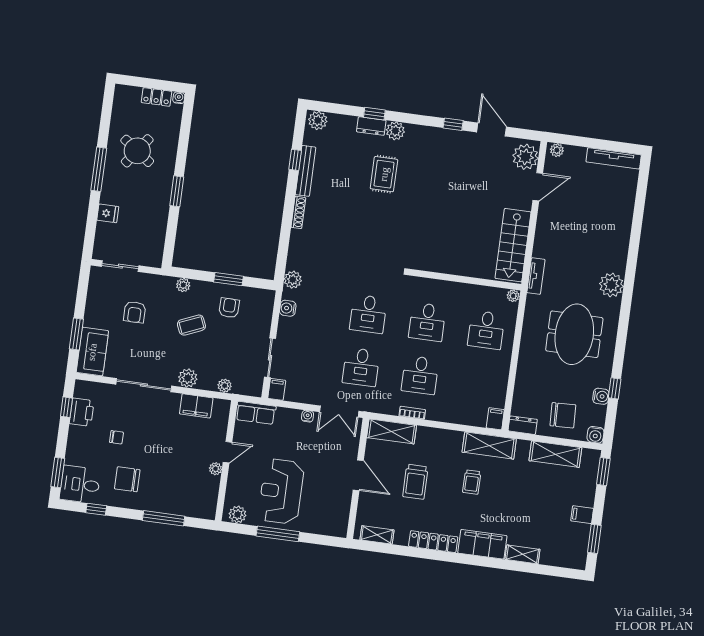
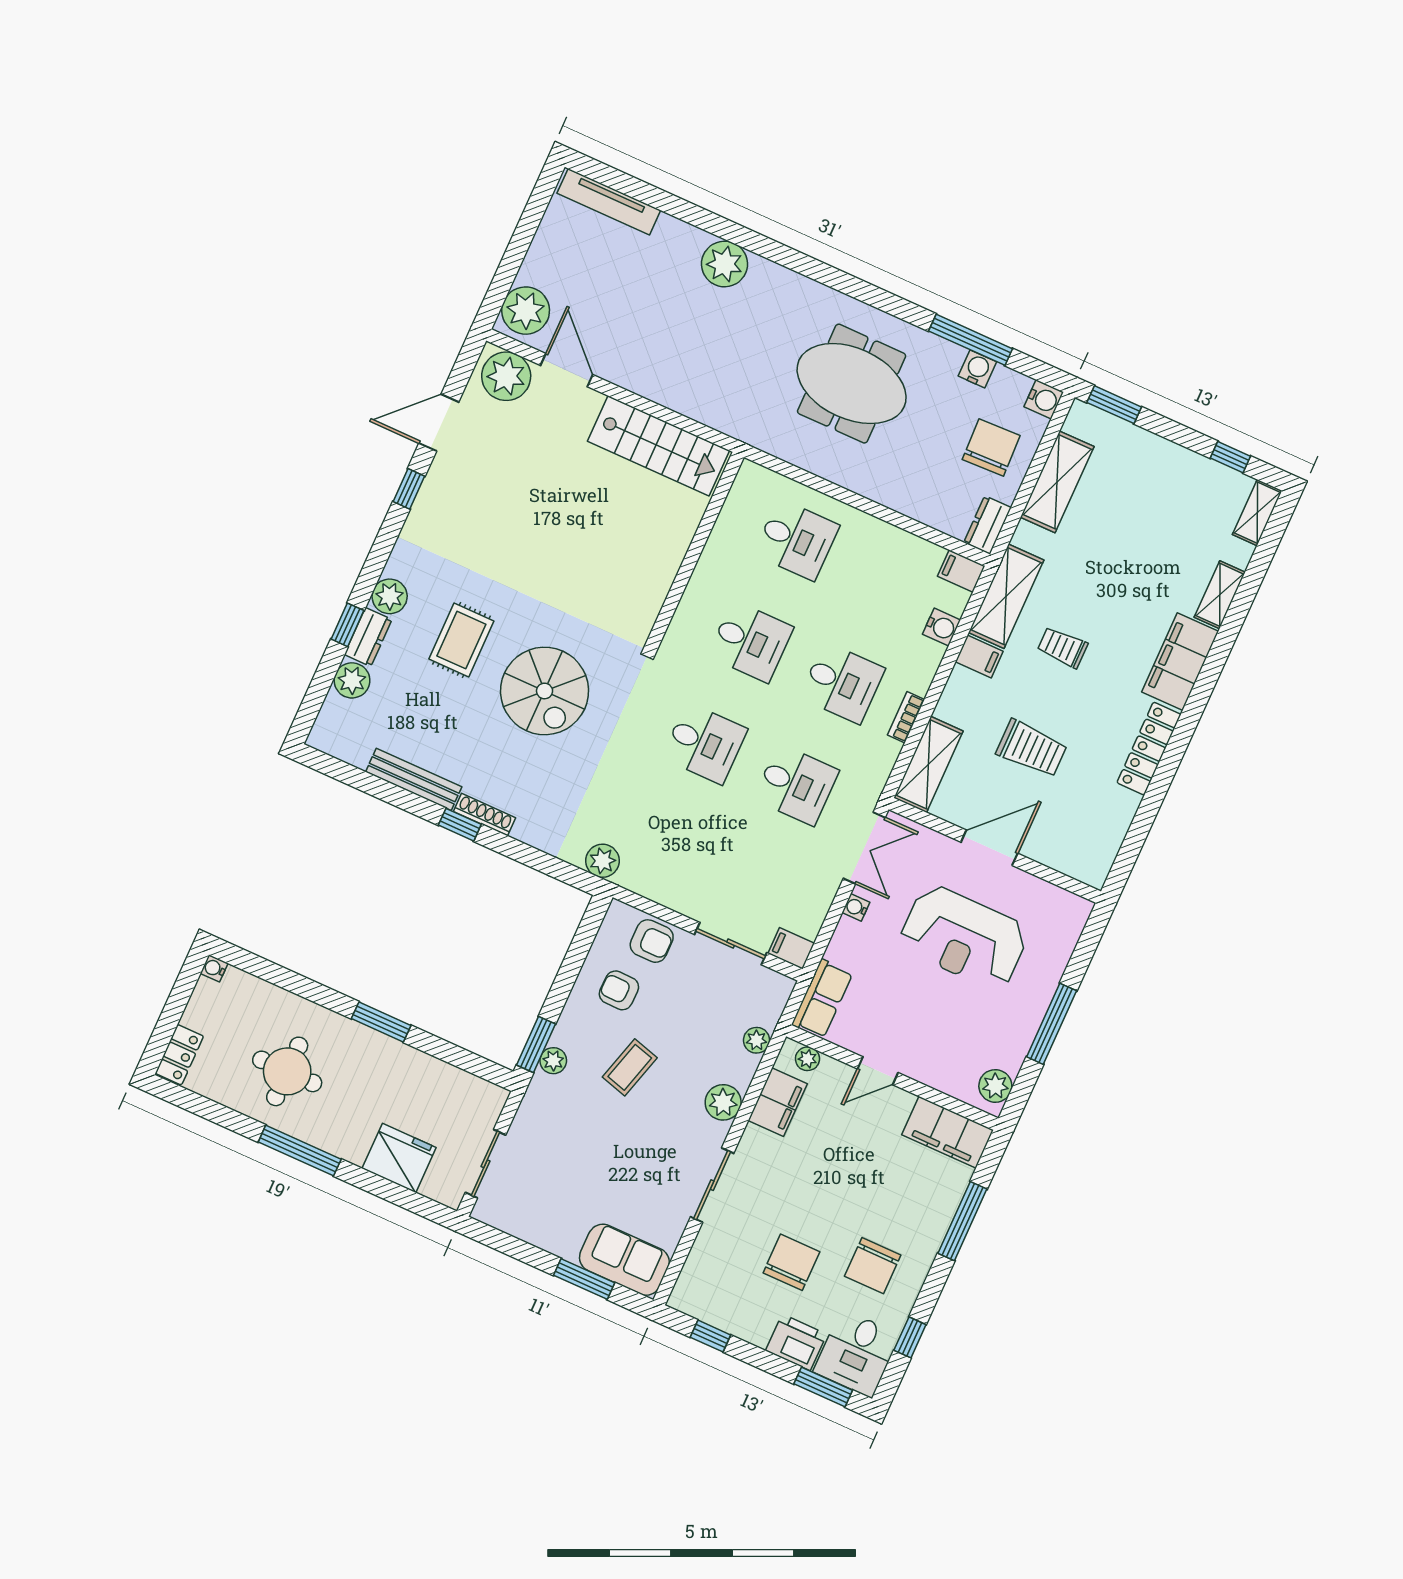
locker: (157, 97) -> (179, 1055), moved
plant: (318, 120) -> (352, 680), moved
plant: (557, 150) -> (526, 311), width x1.88, depth x1.88
round table: (137, 151) -> (287, 1071), turned -36
tv unit: (614, 158) -> (609, 202), moved, turned 90
window: (295, 160) -> (460, 825), moved
rug: (384, 174) -> (461, 640), turned 90
fridge: (108, 213) -> (399, 1158), width x1.88, depth x1.34
spiral stairs: (371, 224) -> (545, 691), added
tv unit: (536, 276) -> (726, 421), removed
window: (229, 279) -> (536, 1044), moved
plant: (611, 285) -> (724, 264), moved
plant: (513, 296) -> (749, 473), removed
water cooler: (288, 308) -> (941, 627), moved, turned -90
armchair: (135, 312) -> (652, 941), moved
coffee table: (191, 325) -> (630, 1067), turned 39
sliding door: (144, 385) -> (712, 1185), width x0.73
window: (615, 388) -> (971, 340), width x2.17
printer: (82, 412) -> (796, 1342), moved
chair: (117, 437) -> (791, 1262), width x1.87, depth x1.87
door: (227, 452) -> (878, 1071), swing flipped
plant: (216, 469) -> (807, 1059), moved
trolley: (472, 482) -> (1063, 647), turned 180
reception desk: (281, 491) -> (964, 937), moved
filing cabinet: (207, 497) -> (948, 1132), added
filing cabinet: (582, 515) -> (979, 656), moved, turned -90
shelving: (377, 535) -> (1257, 513), moved
window: (594, 539) -> (1230, 457), width x0.67

